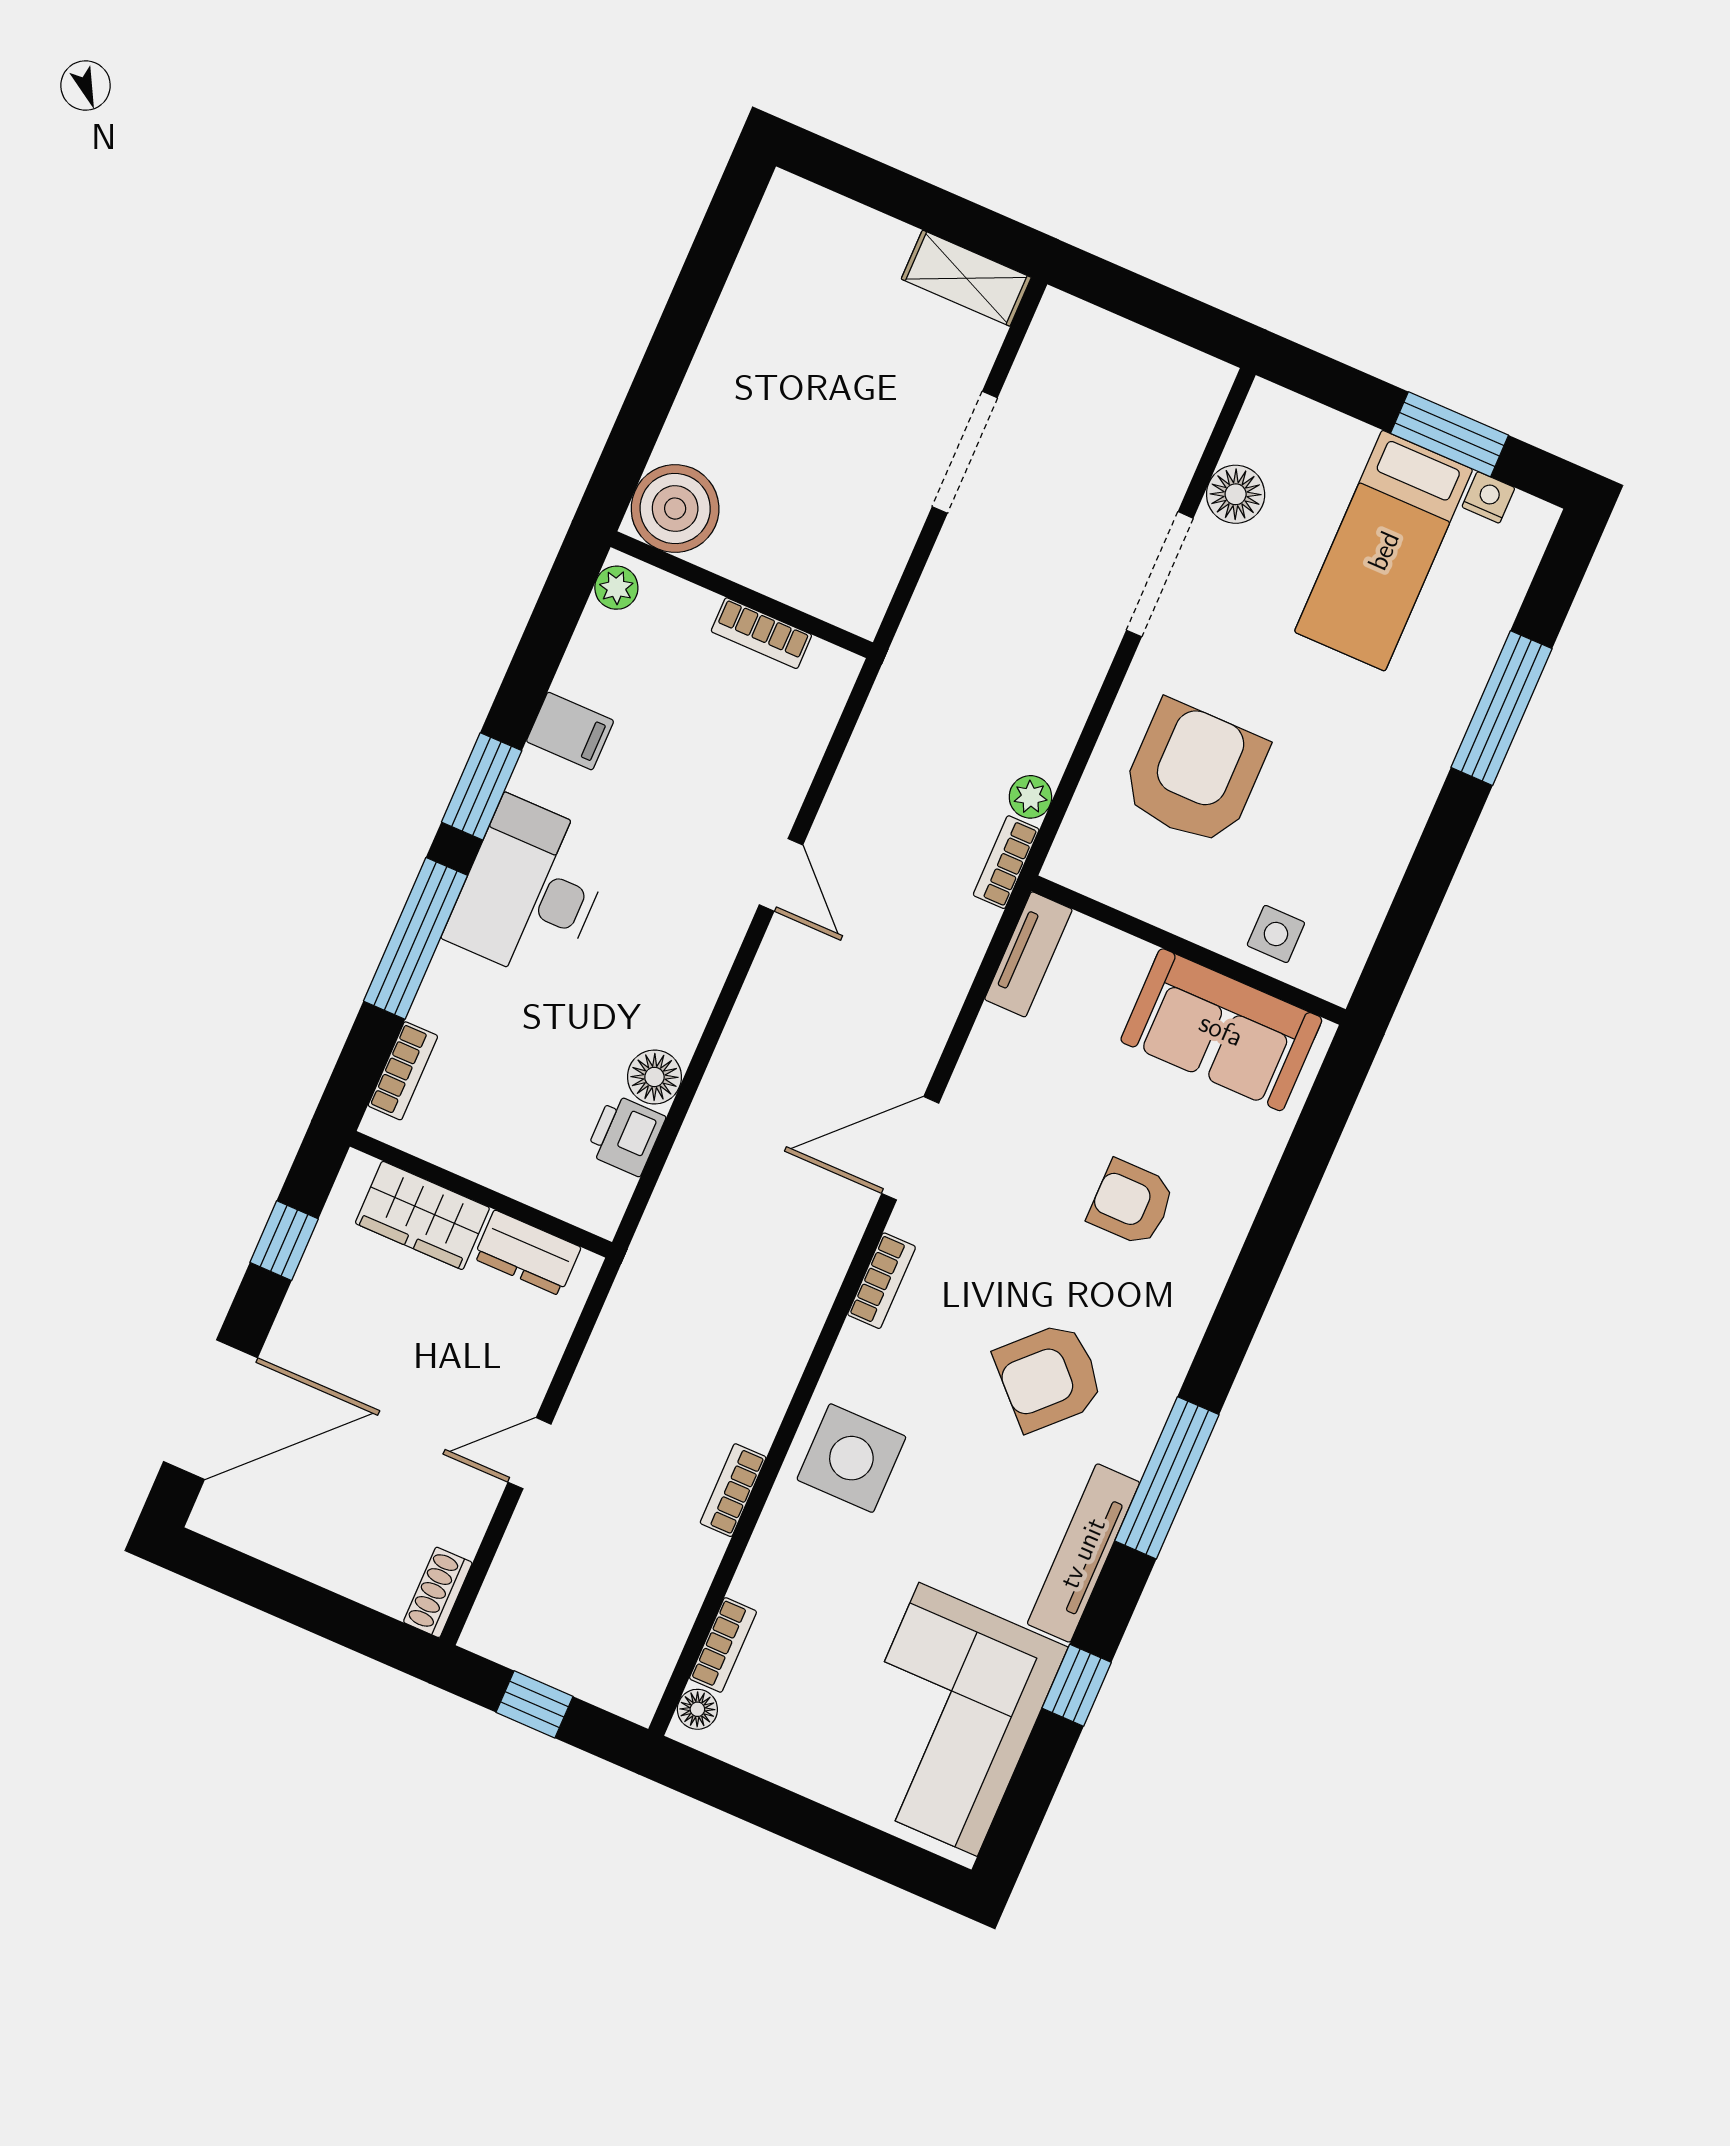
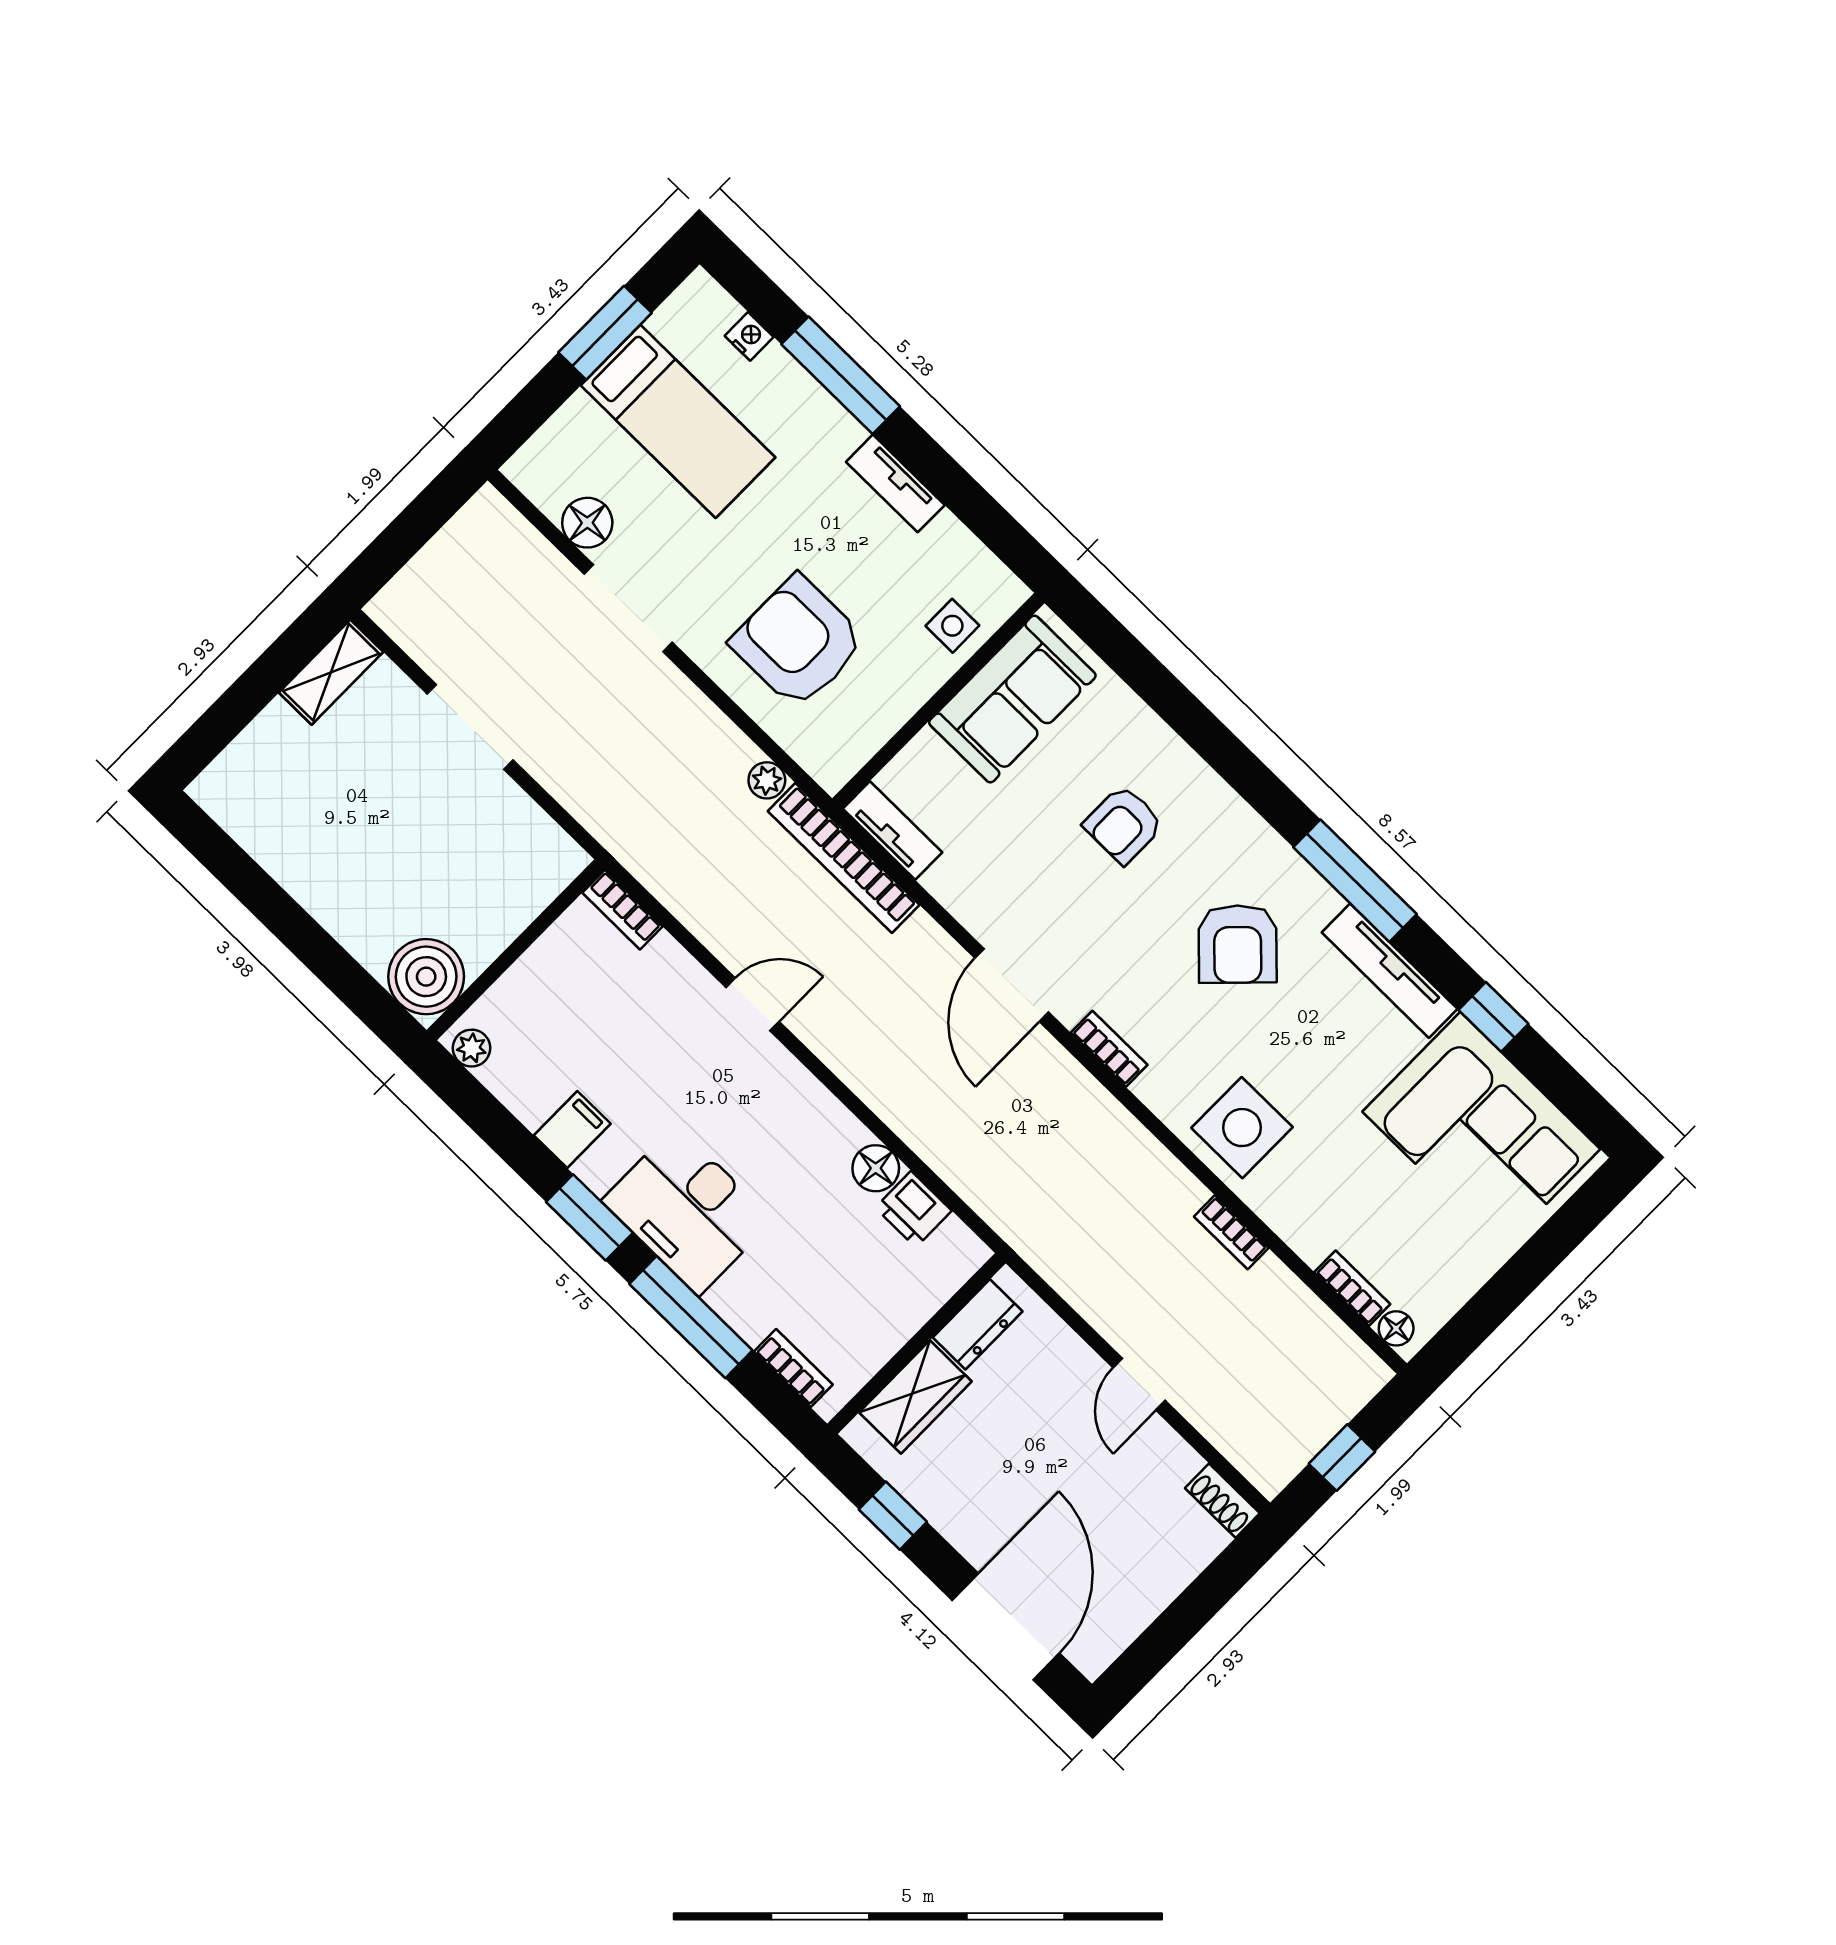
nightstand: (1488, 497) -> (749, 336), moved, turned 90
bookcase: (761, 633) -> (622, 910), moved, turned 90
tv unit: (1407, 813) -> (895, 483), added
bookcase: (1006, 862) -> (844, 858), width x2.31, depth x1.31

